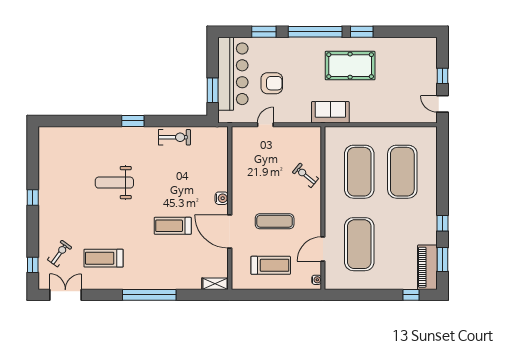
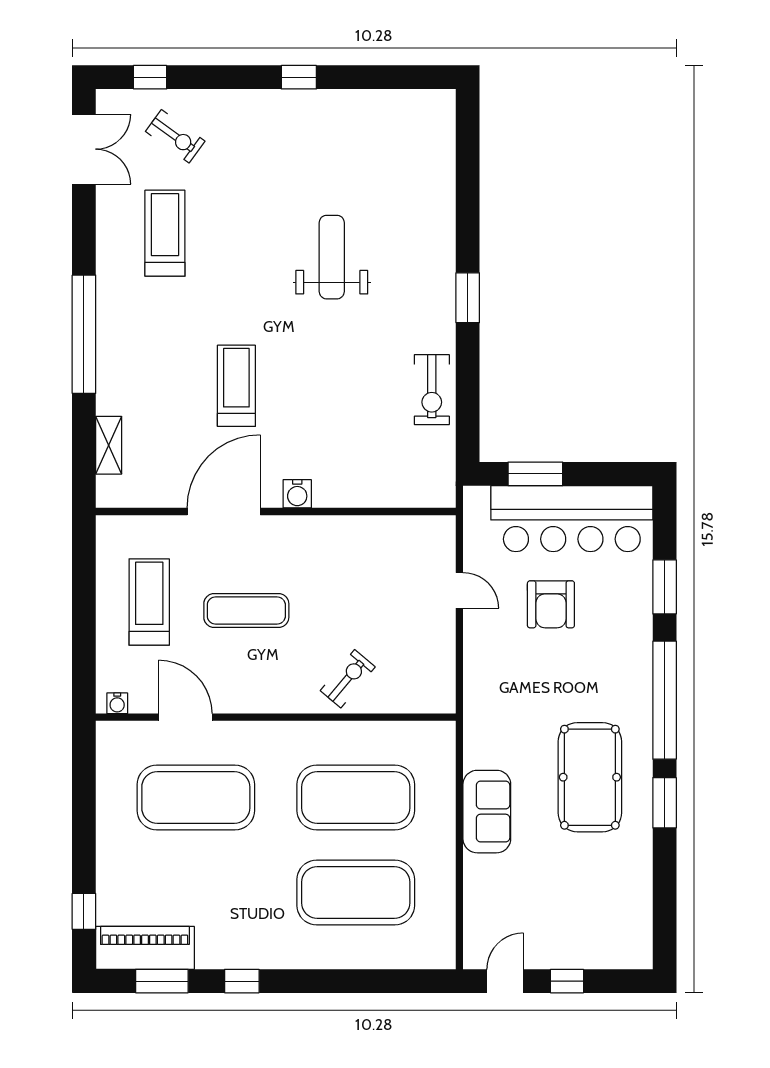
sofa: (330, 112) -> (487, 812), moved
exercise mat: (275, 221) -> (246, 610), turned 90
treadmill: (271, 265) -> (149, 602), turned 180
shelving: (215, 284) -> (109, 445), moved

